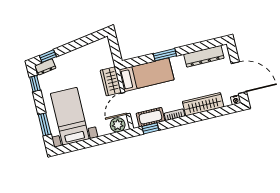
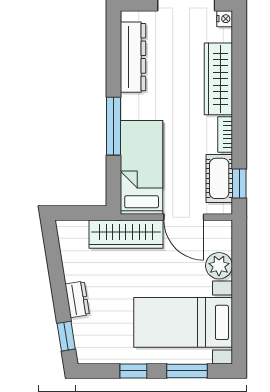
window: (165, 55) -> (114, 126), width x1.44
dresser: (45, 67) -> (77, 299), moved
wardrobe: (111, 81) -> (126, 234), width x1.50
window: (35, 84) -> (133, 371), moved
plant: (118, 125) -> (219, 266), moved

